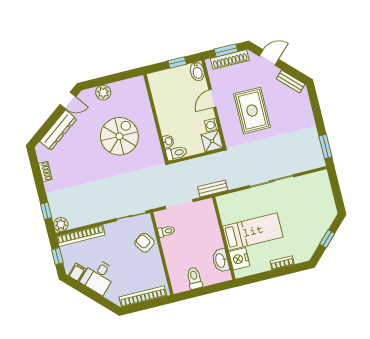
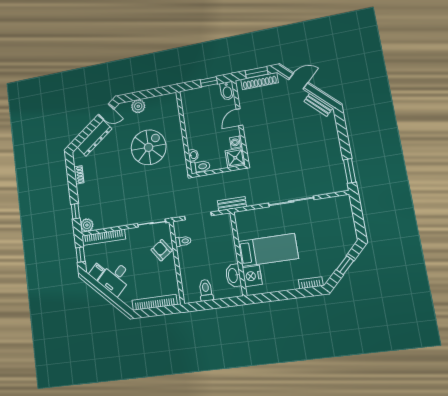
rug: (252, 111) -> (277, 131), removed
bookcase: (282, 263) -> (311, 283), moved

